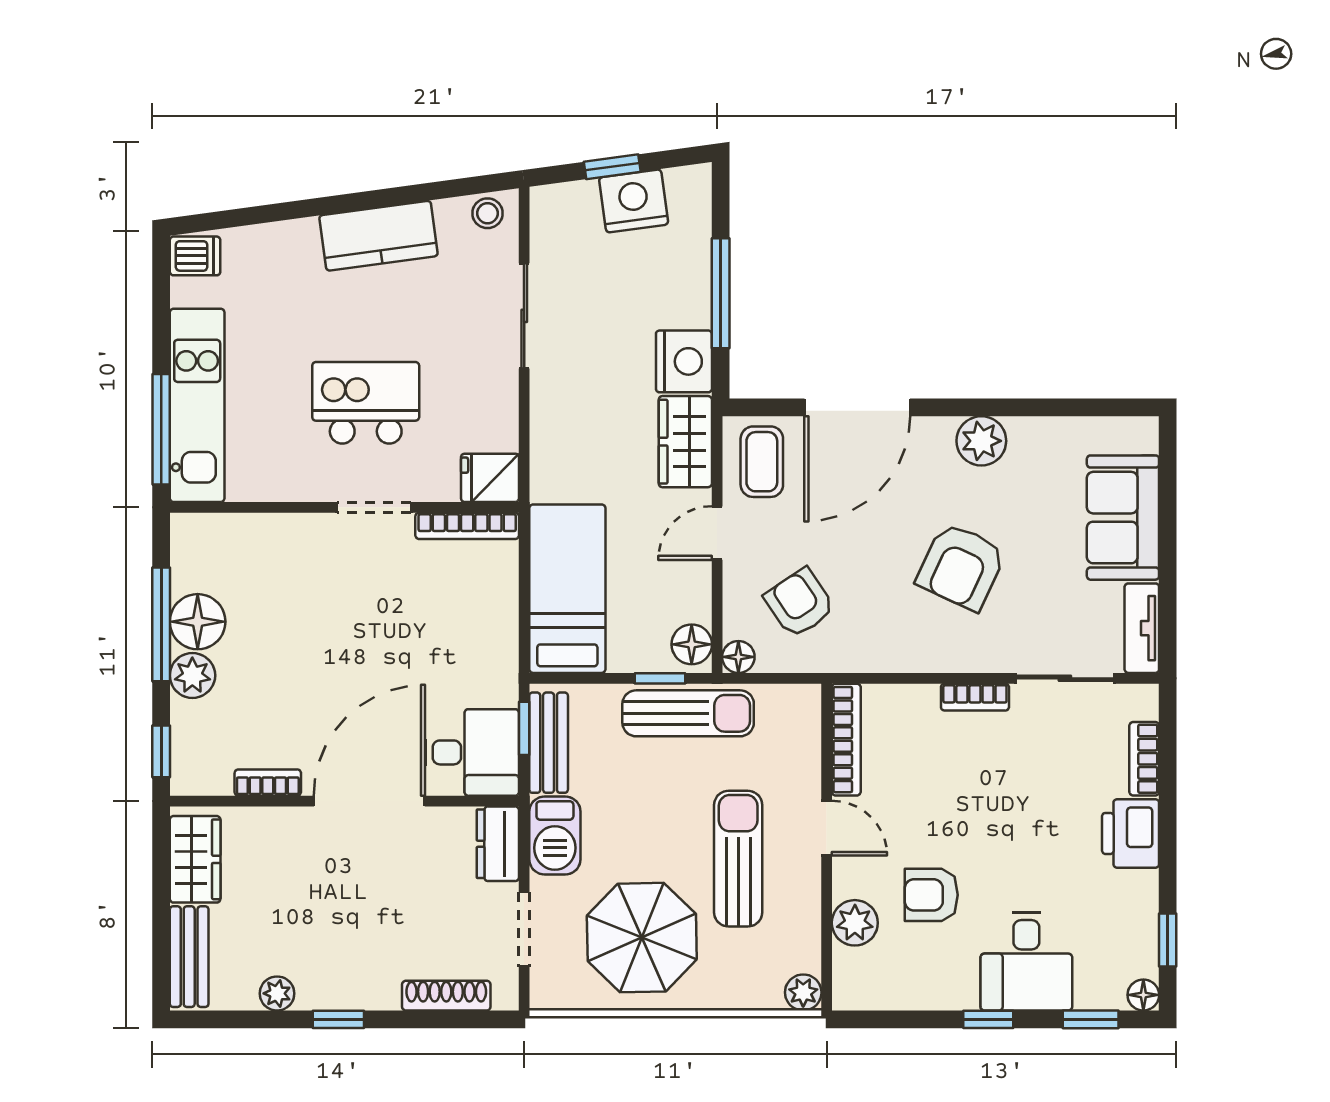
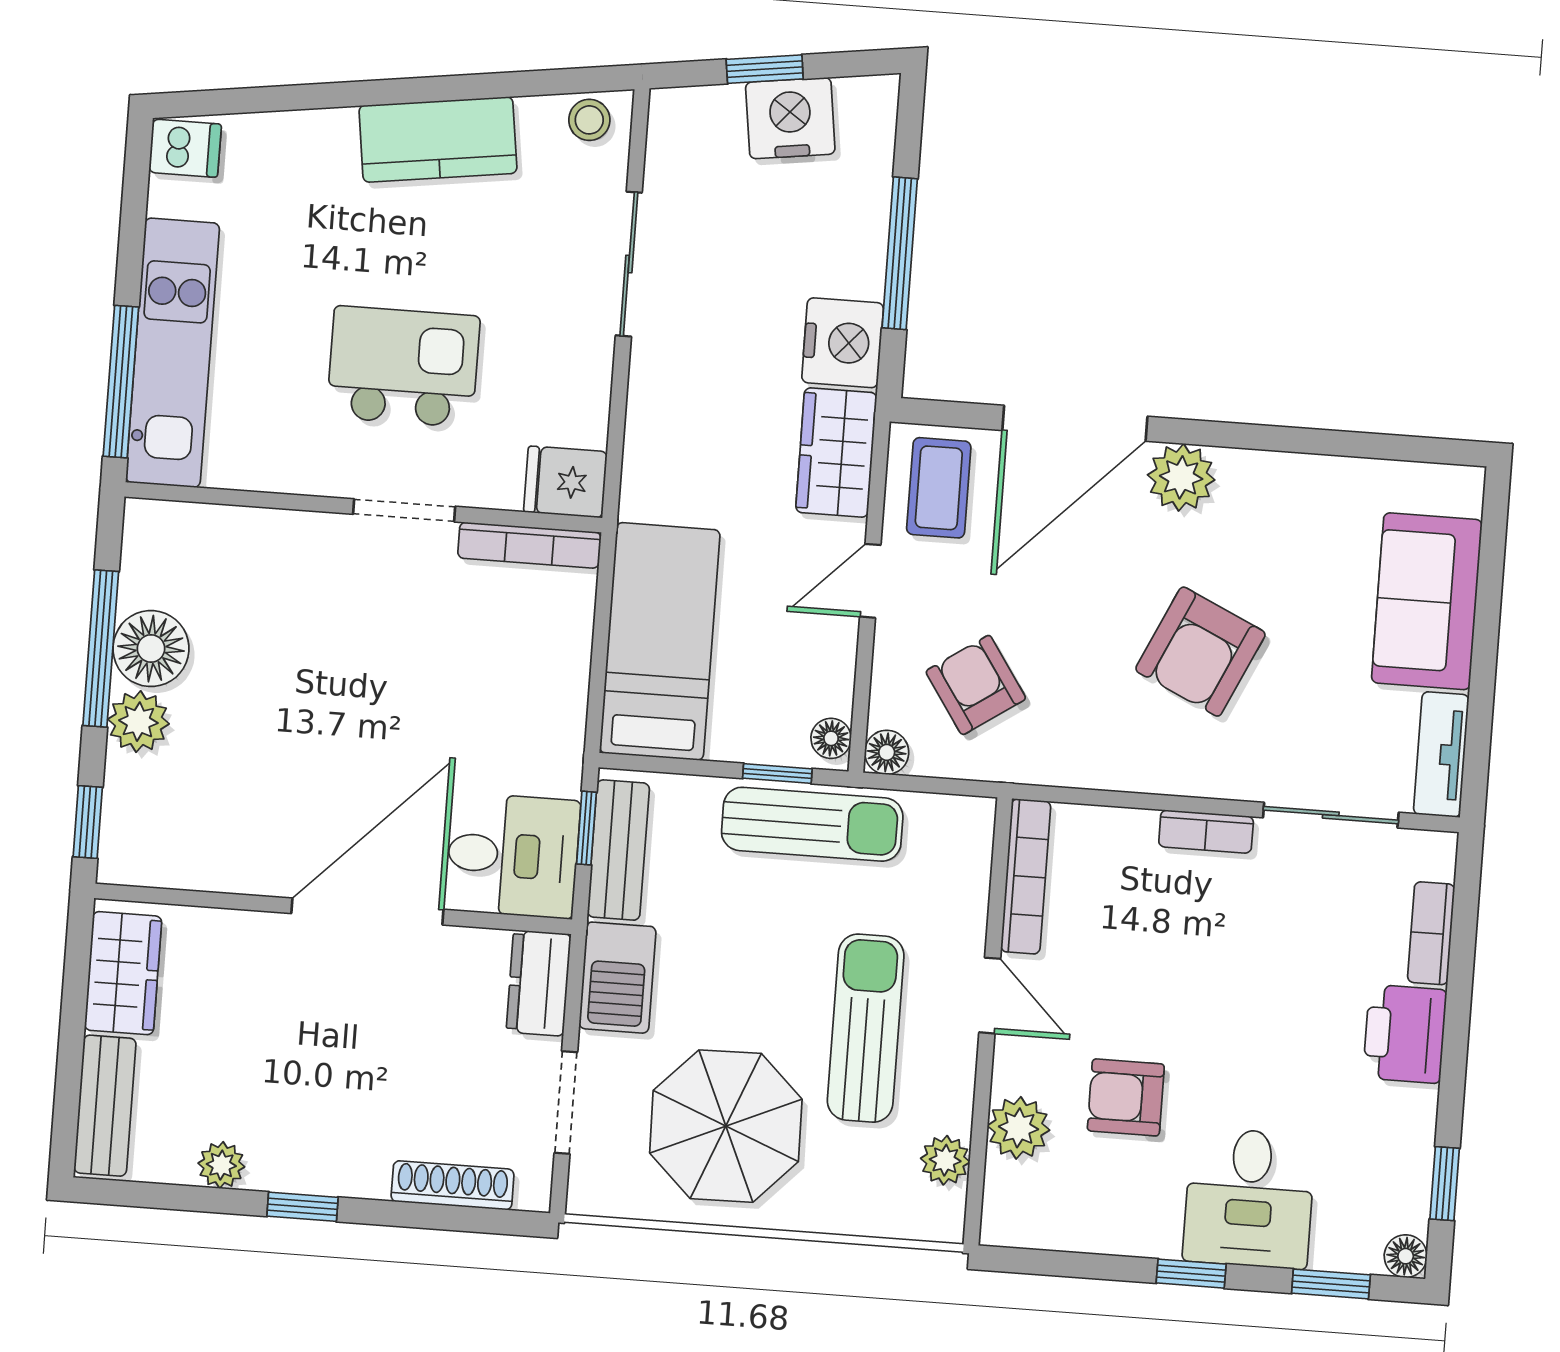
plant: (981, 441) -> (1181, 477), moved
floor lamp: (692, 644) -> (831, 738), width x0.73, depth x0.73
bookcase: (268, 783) -> (230, 876), removed
plant: (803, 992) -> (945, 1160), moved

